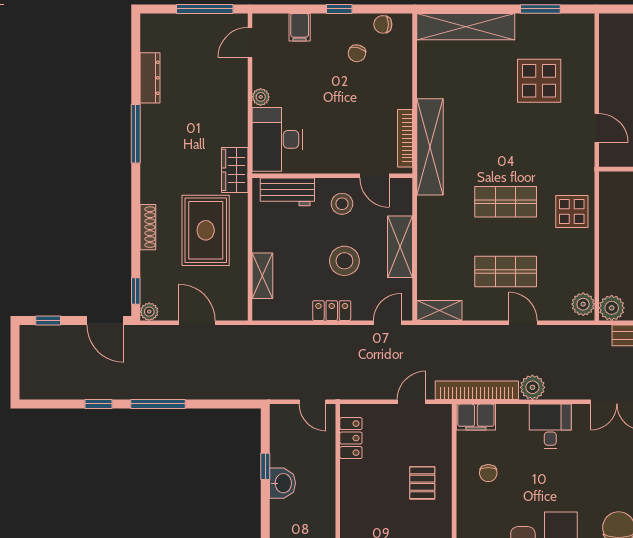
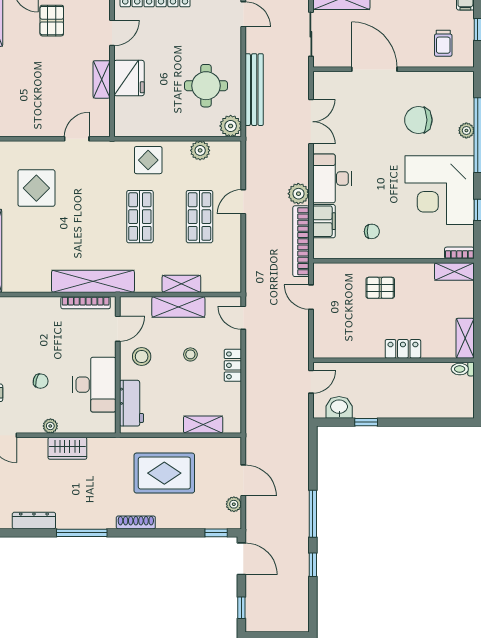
chair: (357, 53) -> (41, 381), moved
desk: (277, 139) -> (94, 385), moved, turned -90
wardrobe: (235, 170) -> (67, 448), moved
shoe rack: (148, 227) -> (136, 522), moved
stool: (344, 261) -> (190, 354), width x0.53, depth x0.53
plant: (583, 304) -> (200, 150), moved
shelving: (439, 310) -> (181, 284), moved, turned 90
plant: (149, 312) -> (234, 504), moved
door: (105, 321) -> (241, 559), hinge flipped
door: (197, 323) -> (243, 480), swing flipped
filing cabinet: (476, 417) -> (324, 221), moved
desk: (550, 426) -> (332, 178), width x1.37
locker: (351, 438) -> (403, 349), moved
washbasin: (283, 483) -> (339, 407), moved

